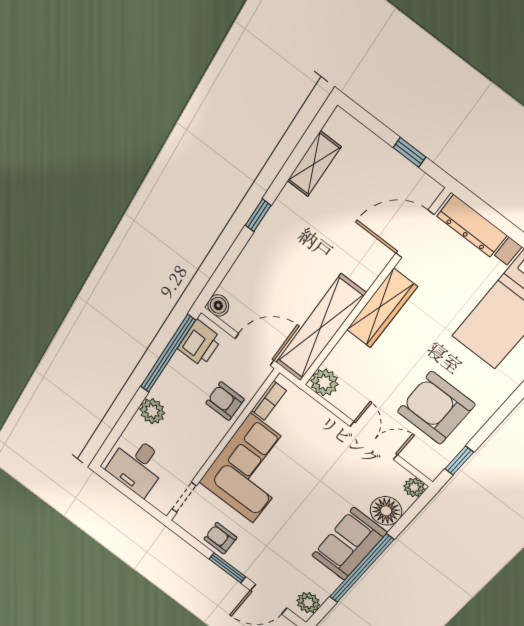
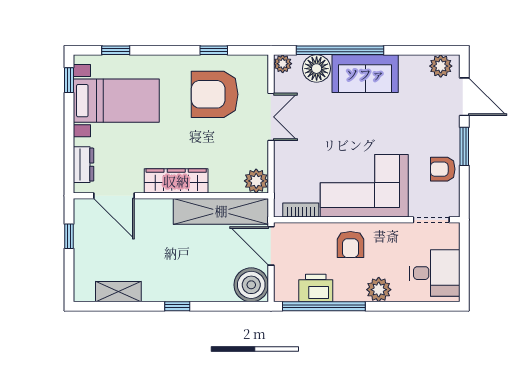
dresser: (472, 226) -> (83, 165), width x0.70
boiler: (218, 305) -> (251, 285), width x1.86, depth x1.86
printer: (200, 343) -> (316, 288), moved
armchair: (225, 401) -> (350, 244), moved
armchair: (436, 408) -> (215, 94), turned 90
double door: (374, 441) -> (271, 117), swing flipped
window: (459, 461) -> (214, 50), moved
armchair: (220, 538) -> (443, 169), turned 90
window: (361, 569) -> (340, 50), moved

